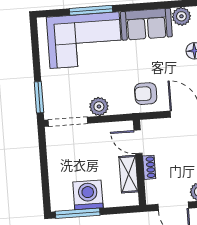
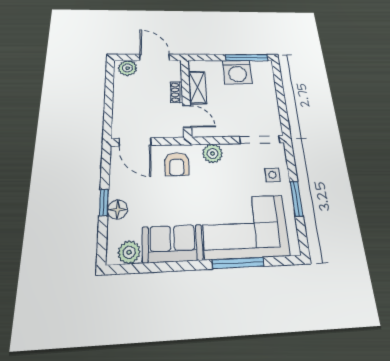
side table: (58, 87) -> (272, 175), added
armchair: (146, 94) -> (177, 164), turned 90
window: (39, 97) -> (296, 199), moved
plant: (99, 106) -> (213, 153), moved

